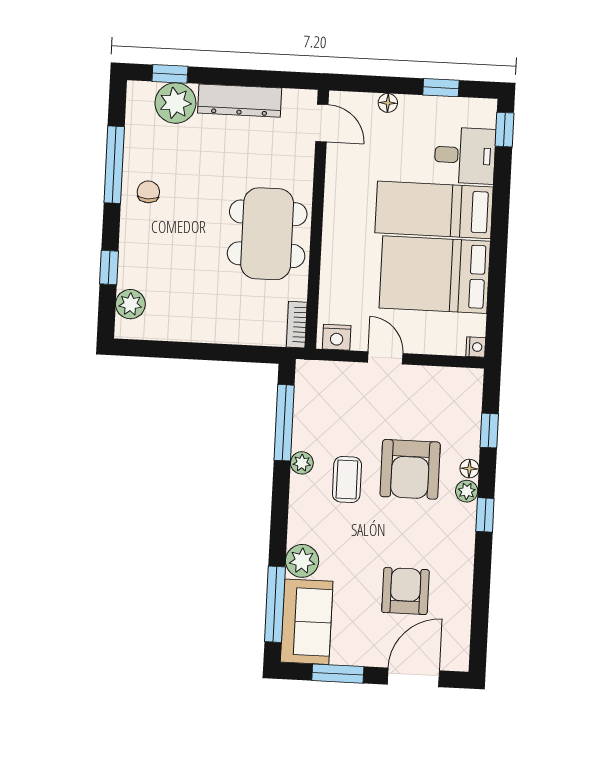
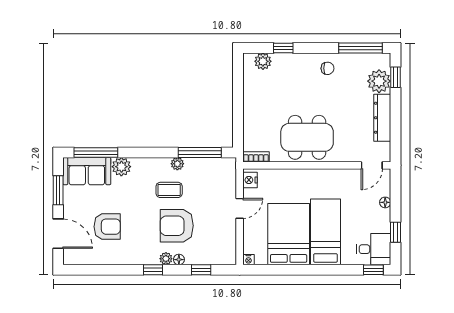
desk: (465, 155) -> (374, 249), moved, turned -90
window: (114, 165) -> (361, 48), moved

